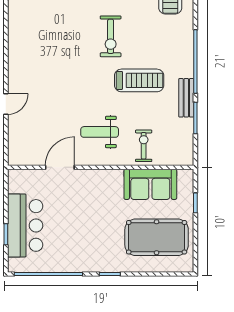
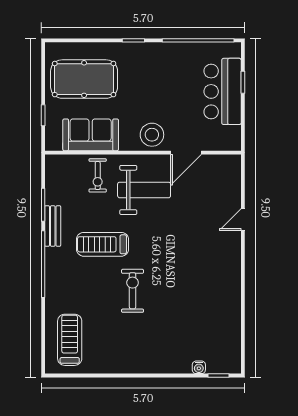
weight bench: (100, 132) -> (144, 190), width x1.36, depth x1.33
stool: (92, 184) -> (152, 135), added

